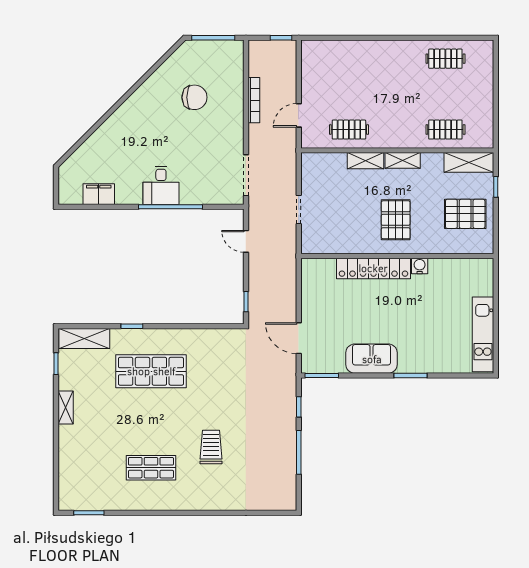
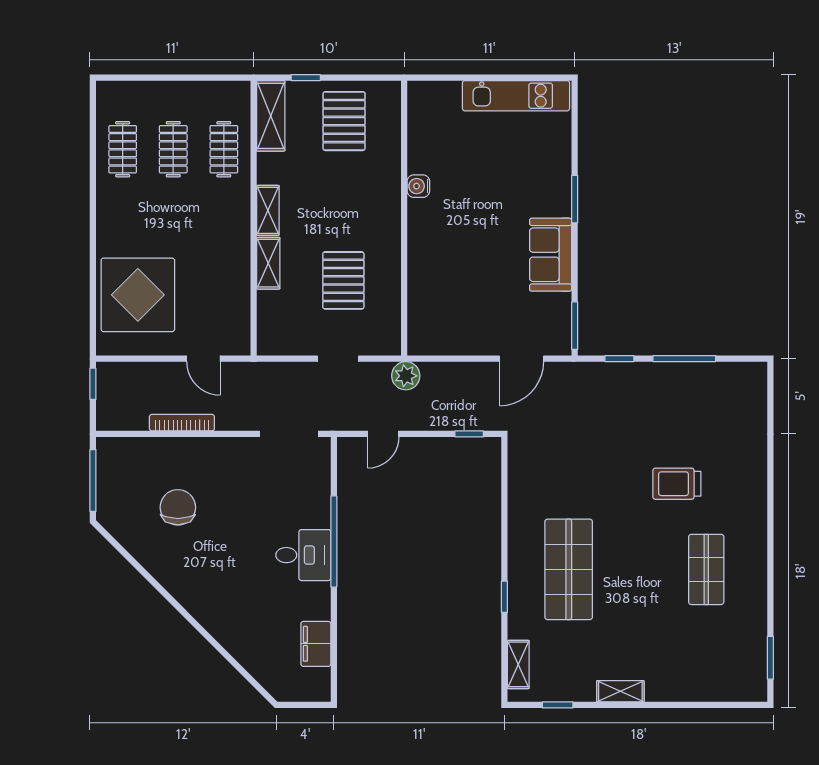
display table: (343, 69) -> (138, 295), added
clothes rail: (349, 130) -> (173, 149), moved
pallet: (396, 220) -> (343, 280), moved, turned 90
plant: (287, 257) -> (406, 376), added
locker: (373, 268) -> (422, 252), removed
shelving: (84, 339) -> (518, 664), width x0.67, depth x0.75

